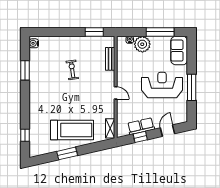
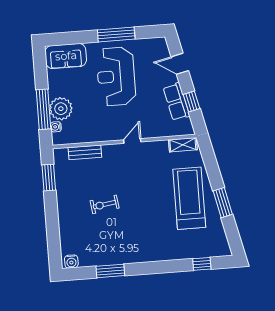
window: (160, 32) -> (44, 109), moved

